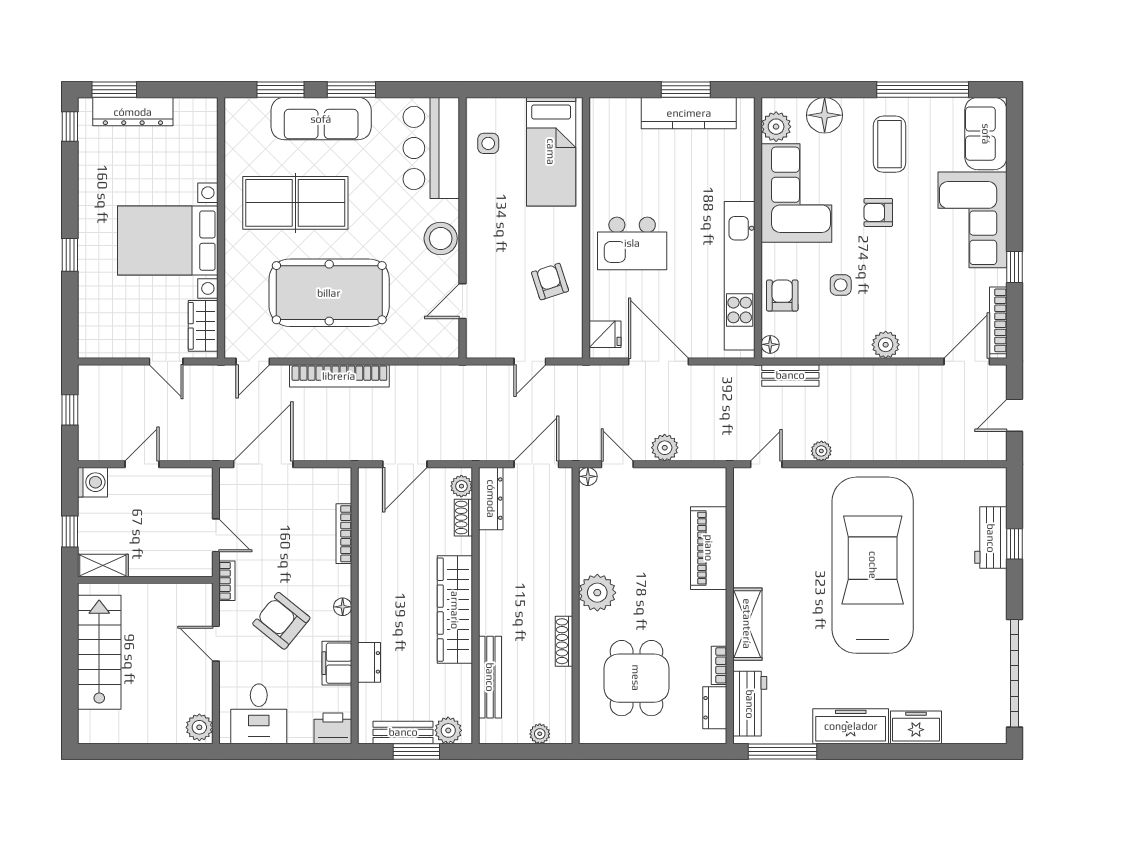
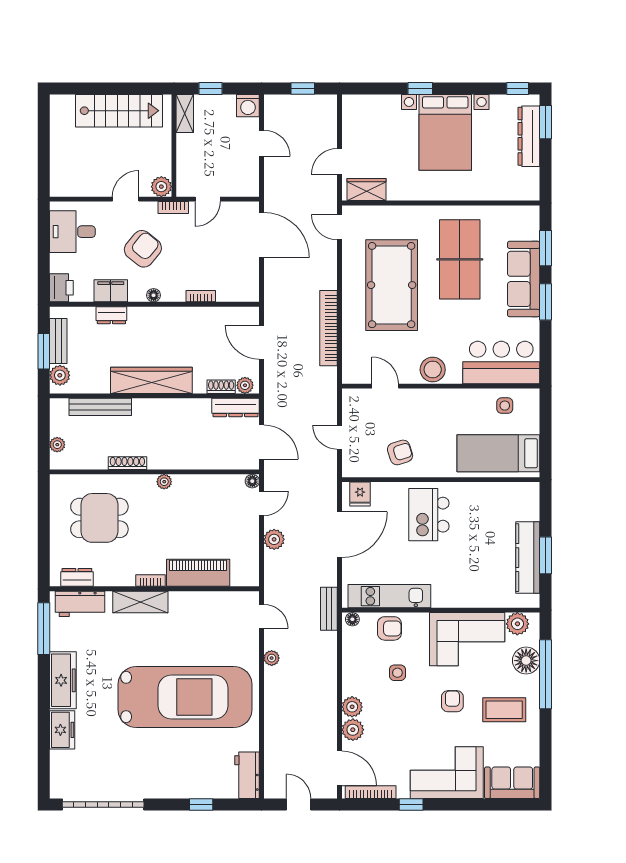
window: (923, 90) -> (546, 674), moved
bed with nightstands: (168, 241) -> (445, 132), moved, turned 180
kitchen unit: (740, 276) -> (389, 596), width x0.73
plant: (916, 344) -> (353, 730), added
bench: (790, 375) -> (329, 609), moved
bookcase: (339, 376) -> (329, 328), moved
bookcase: (344, 534) -> (201, 296), width x0.64
workbench: (991, 538) -> (247, 775), moved, turned -90
plant: (597, 593) -> (164, 482), width x0.53, depth x0.53
bookcase: (719, 665) -> (150, 581), moved
plant: (199, 727) -> (161, 187), moved

